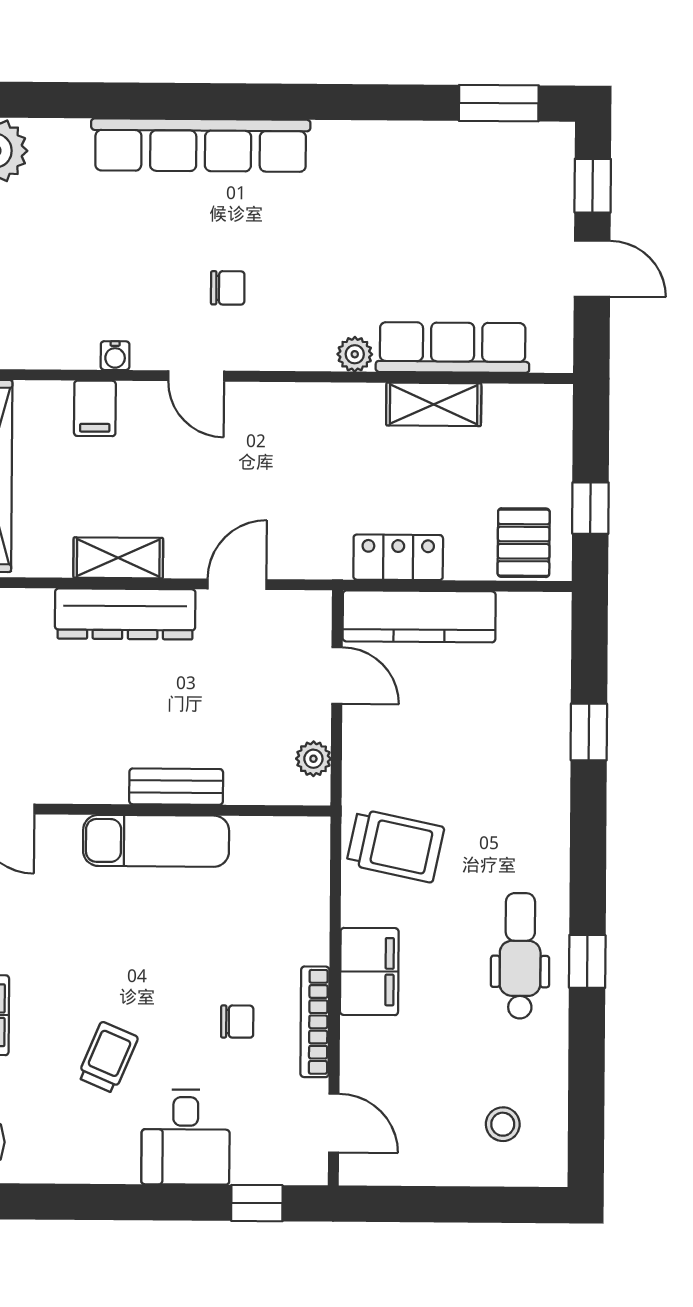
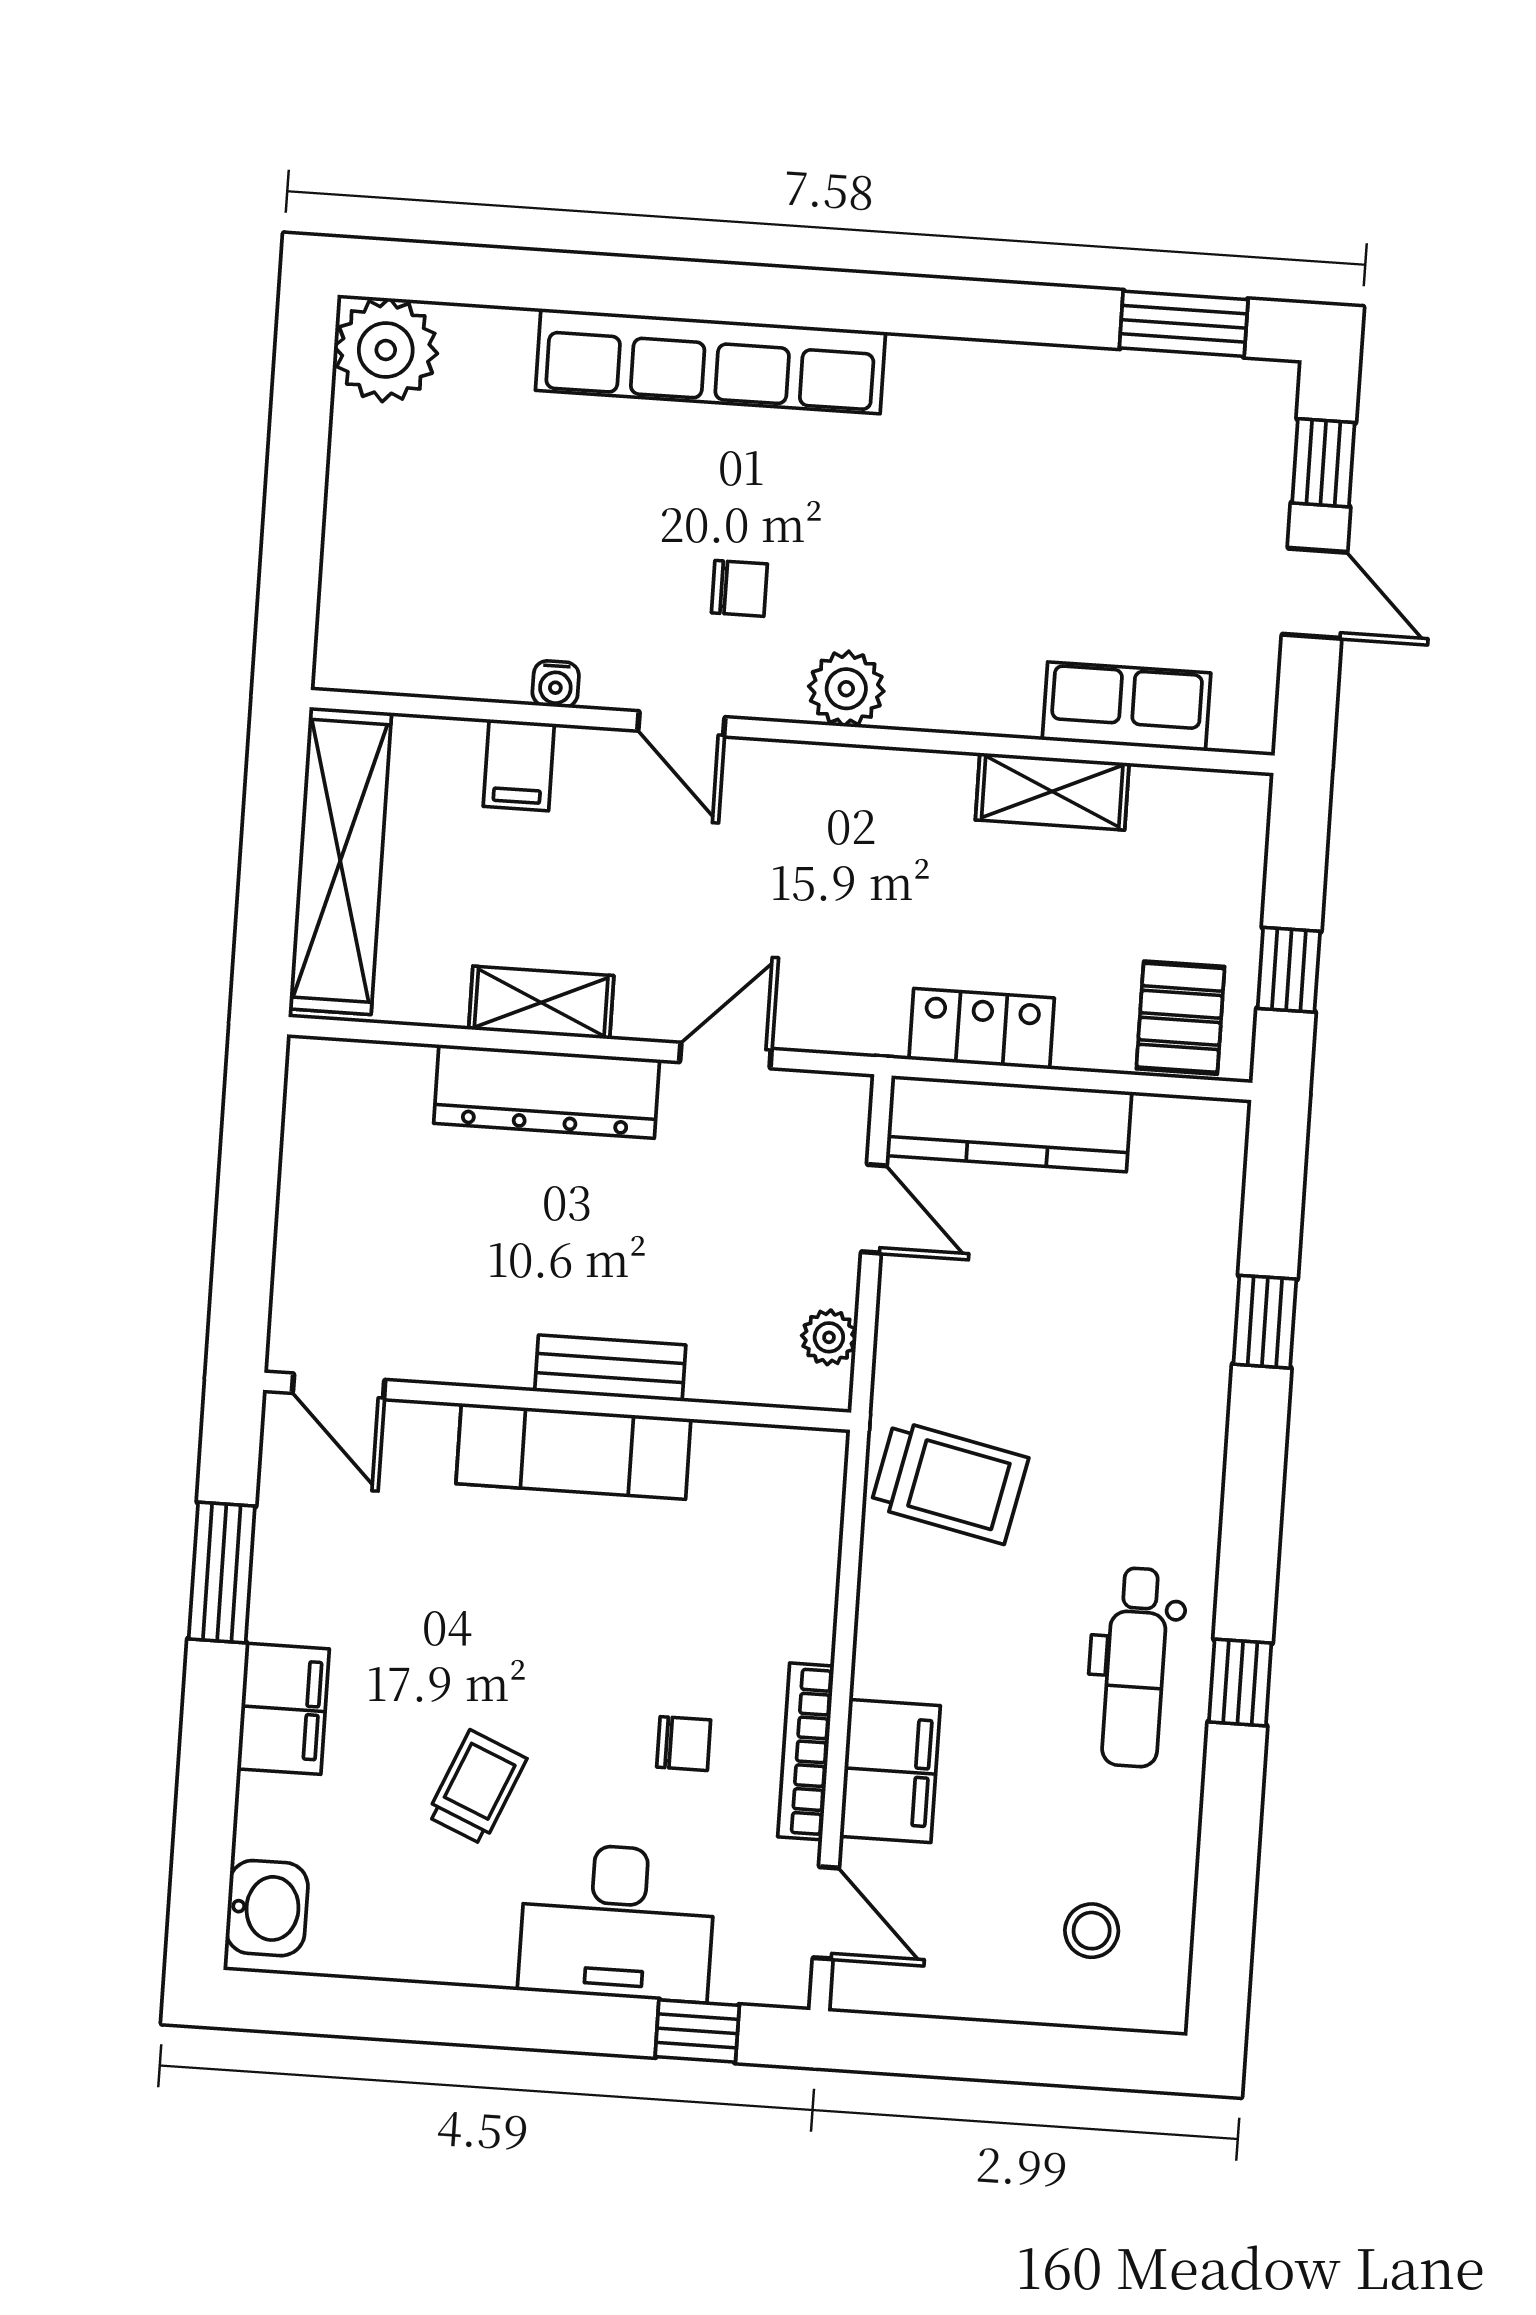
row of seats: (453, 347) -> (1126, 706), width x0.68
plant: (355, 354) -> (846, 689), moved, width x1.38, depth x1.38
dental chair: (520, 956) -> (1135, 1667), turned 180
filing cabinet: (369, 972) -> (890, 1771), moved
desk: (186, 1137) -> (617, 1922), width x1.37

